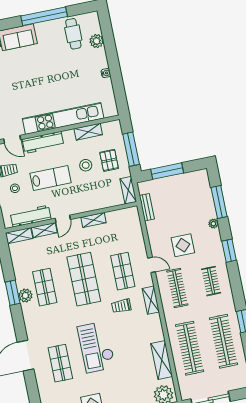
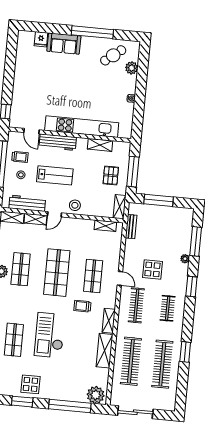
cafe table: (73, 34) -> (113, 55), turned 52
stool: (86, 165) -> (75, 205), moved
shelving: (94, 220) -> (105, 226), moved
shelving: (151, 300) -> (109, 321), moved
shelving: (162, 360) -> (104, 351), moved

